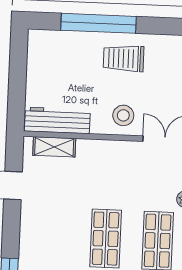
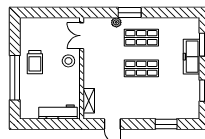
workbench: (57, 120) -> (58, 112), moved, turned 90

